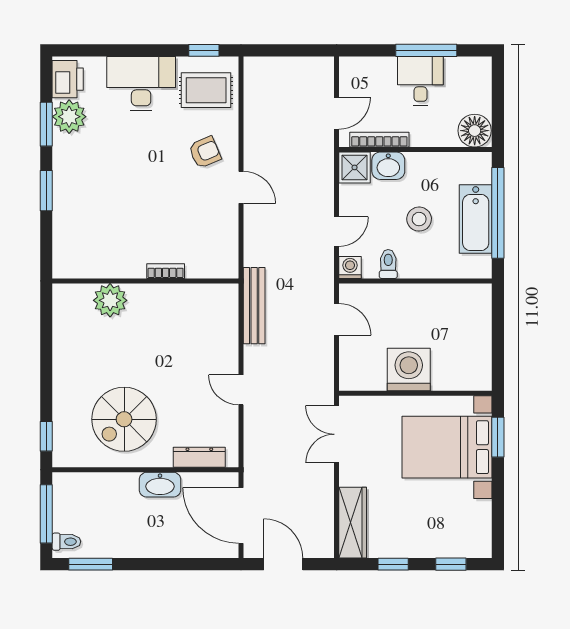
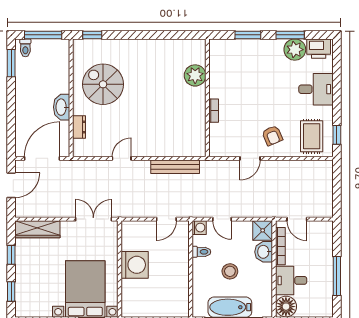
desk: (420, 81) -> (291, 280), moved, turned 180
desk: (141, 83) -> (316, 89), width x0.73
bookcase: (166, 271) -> (214, 111), moved
wall: (145, 281) -> (207, 98), moved
plant: (110, 300) -> (195, 75), moved
dresser: (199, 457) -> (79, 127), width x0.70

